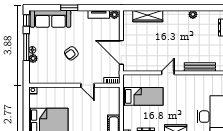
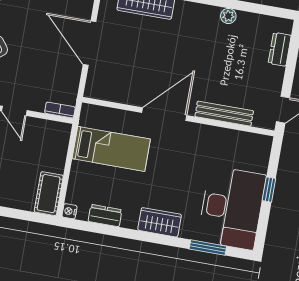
door: (121, 52) -> (90, 43), moved
door: (168, 73) -> (164, 114), width x1.87

